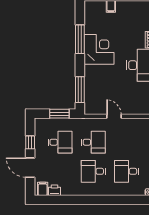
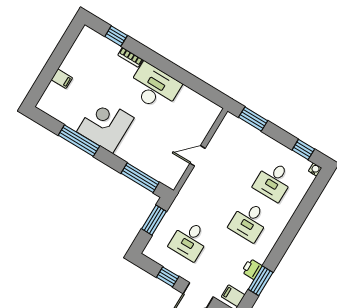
desk: (60, 142) -> (189, 240), turned 180
desk: (93, 142) -> (214, 200), removed
printer: (54, 190) -> (252, 269), moved
window: (62, 200) -> (261, 281), added

